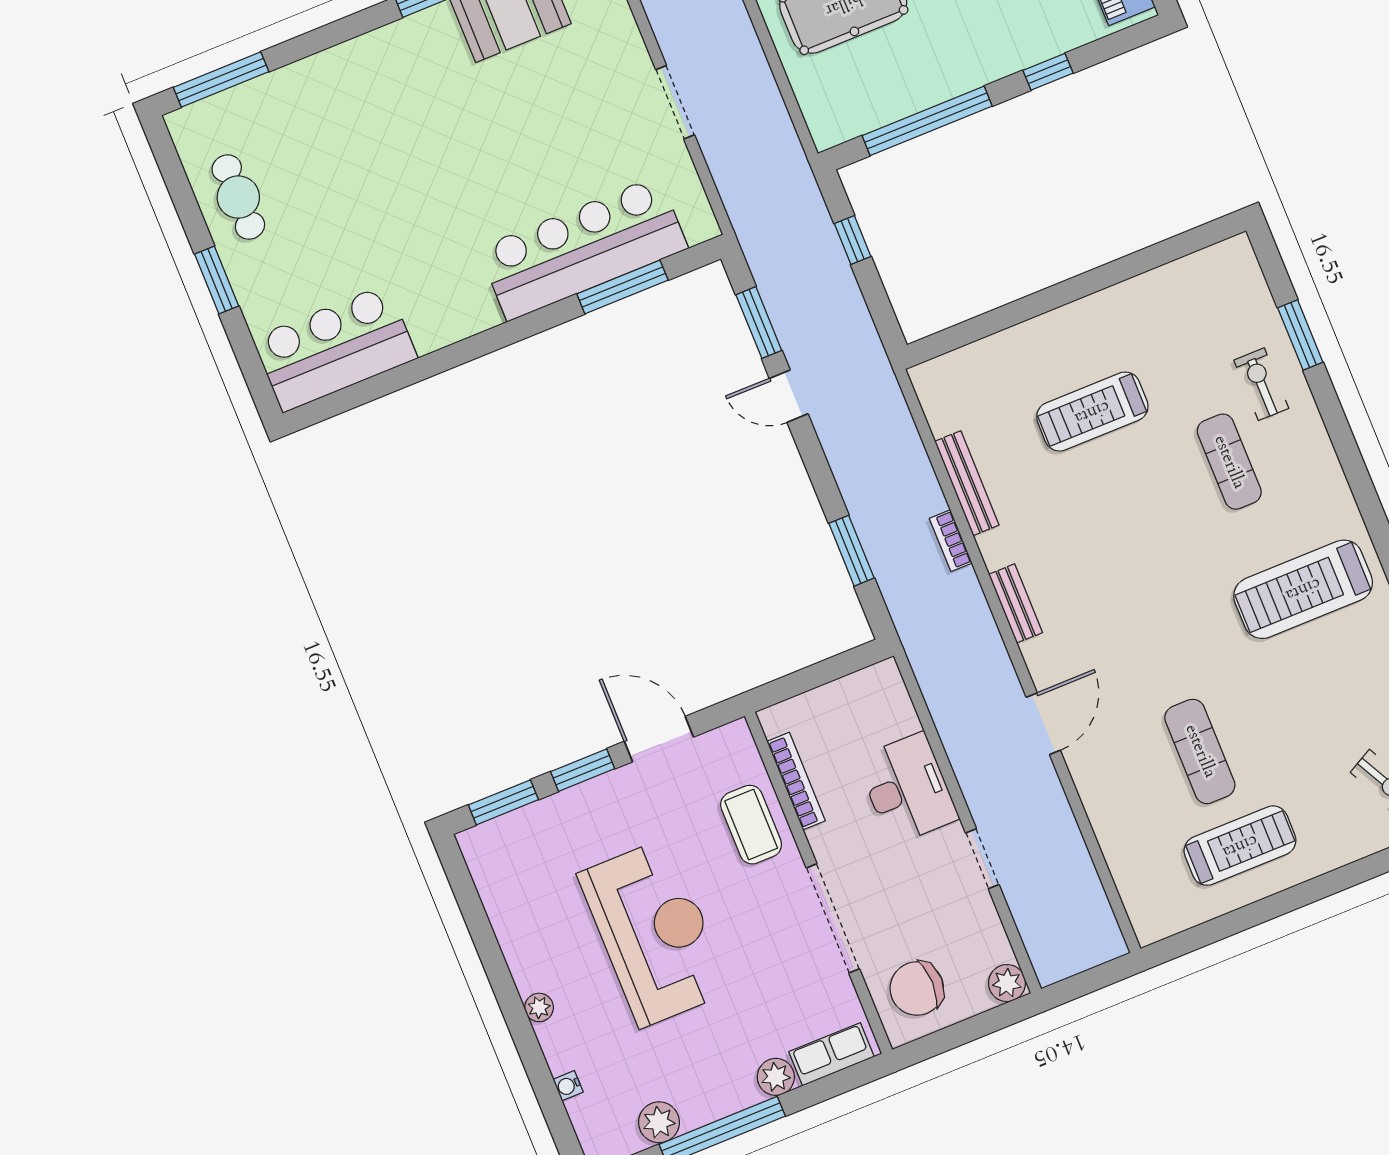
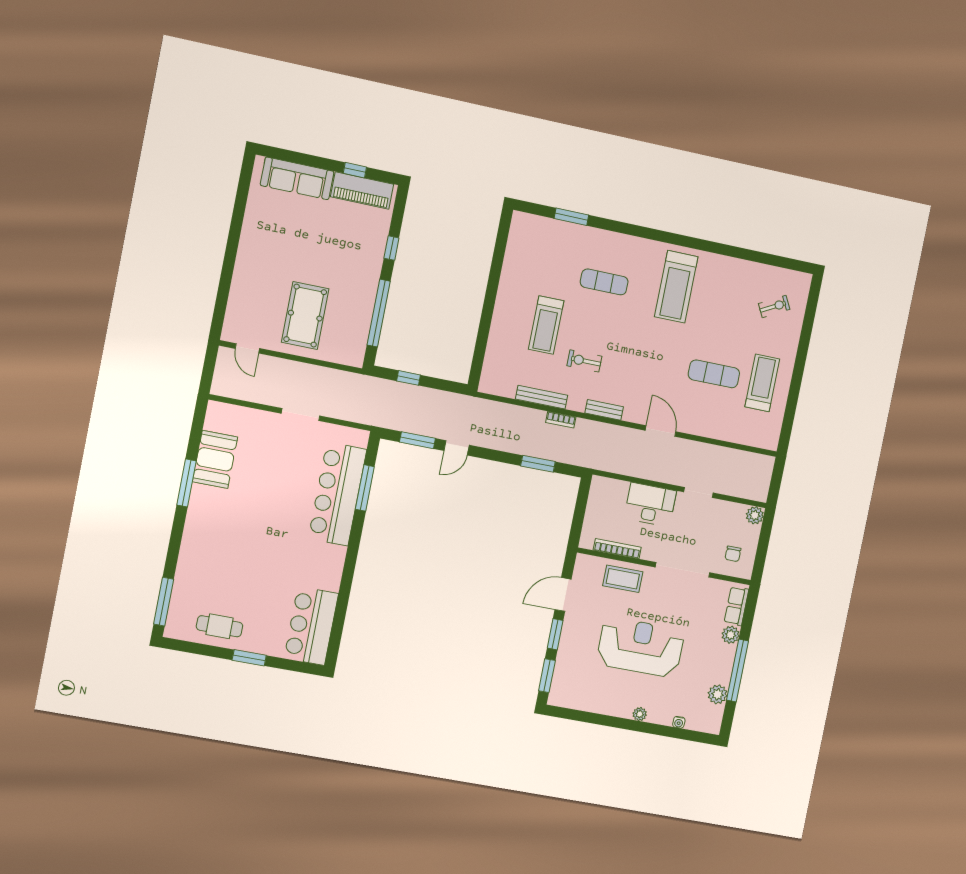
exercise bike: (1261, 384) -> (584, 361), moved
chair: (917, 989) -> (733, 554), width x0.54, depth x0.54

